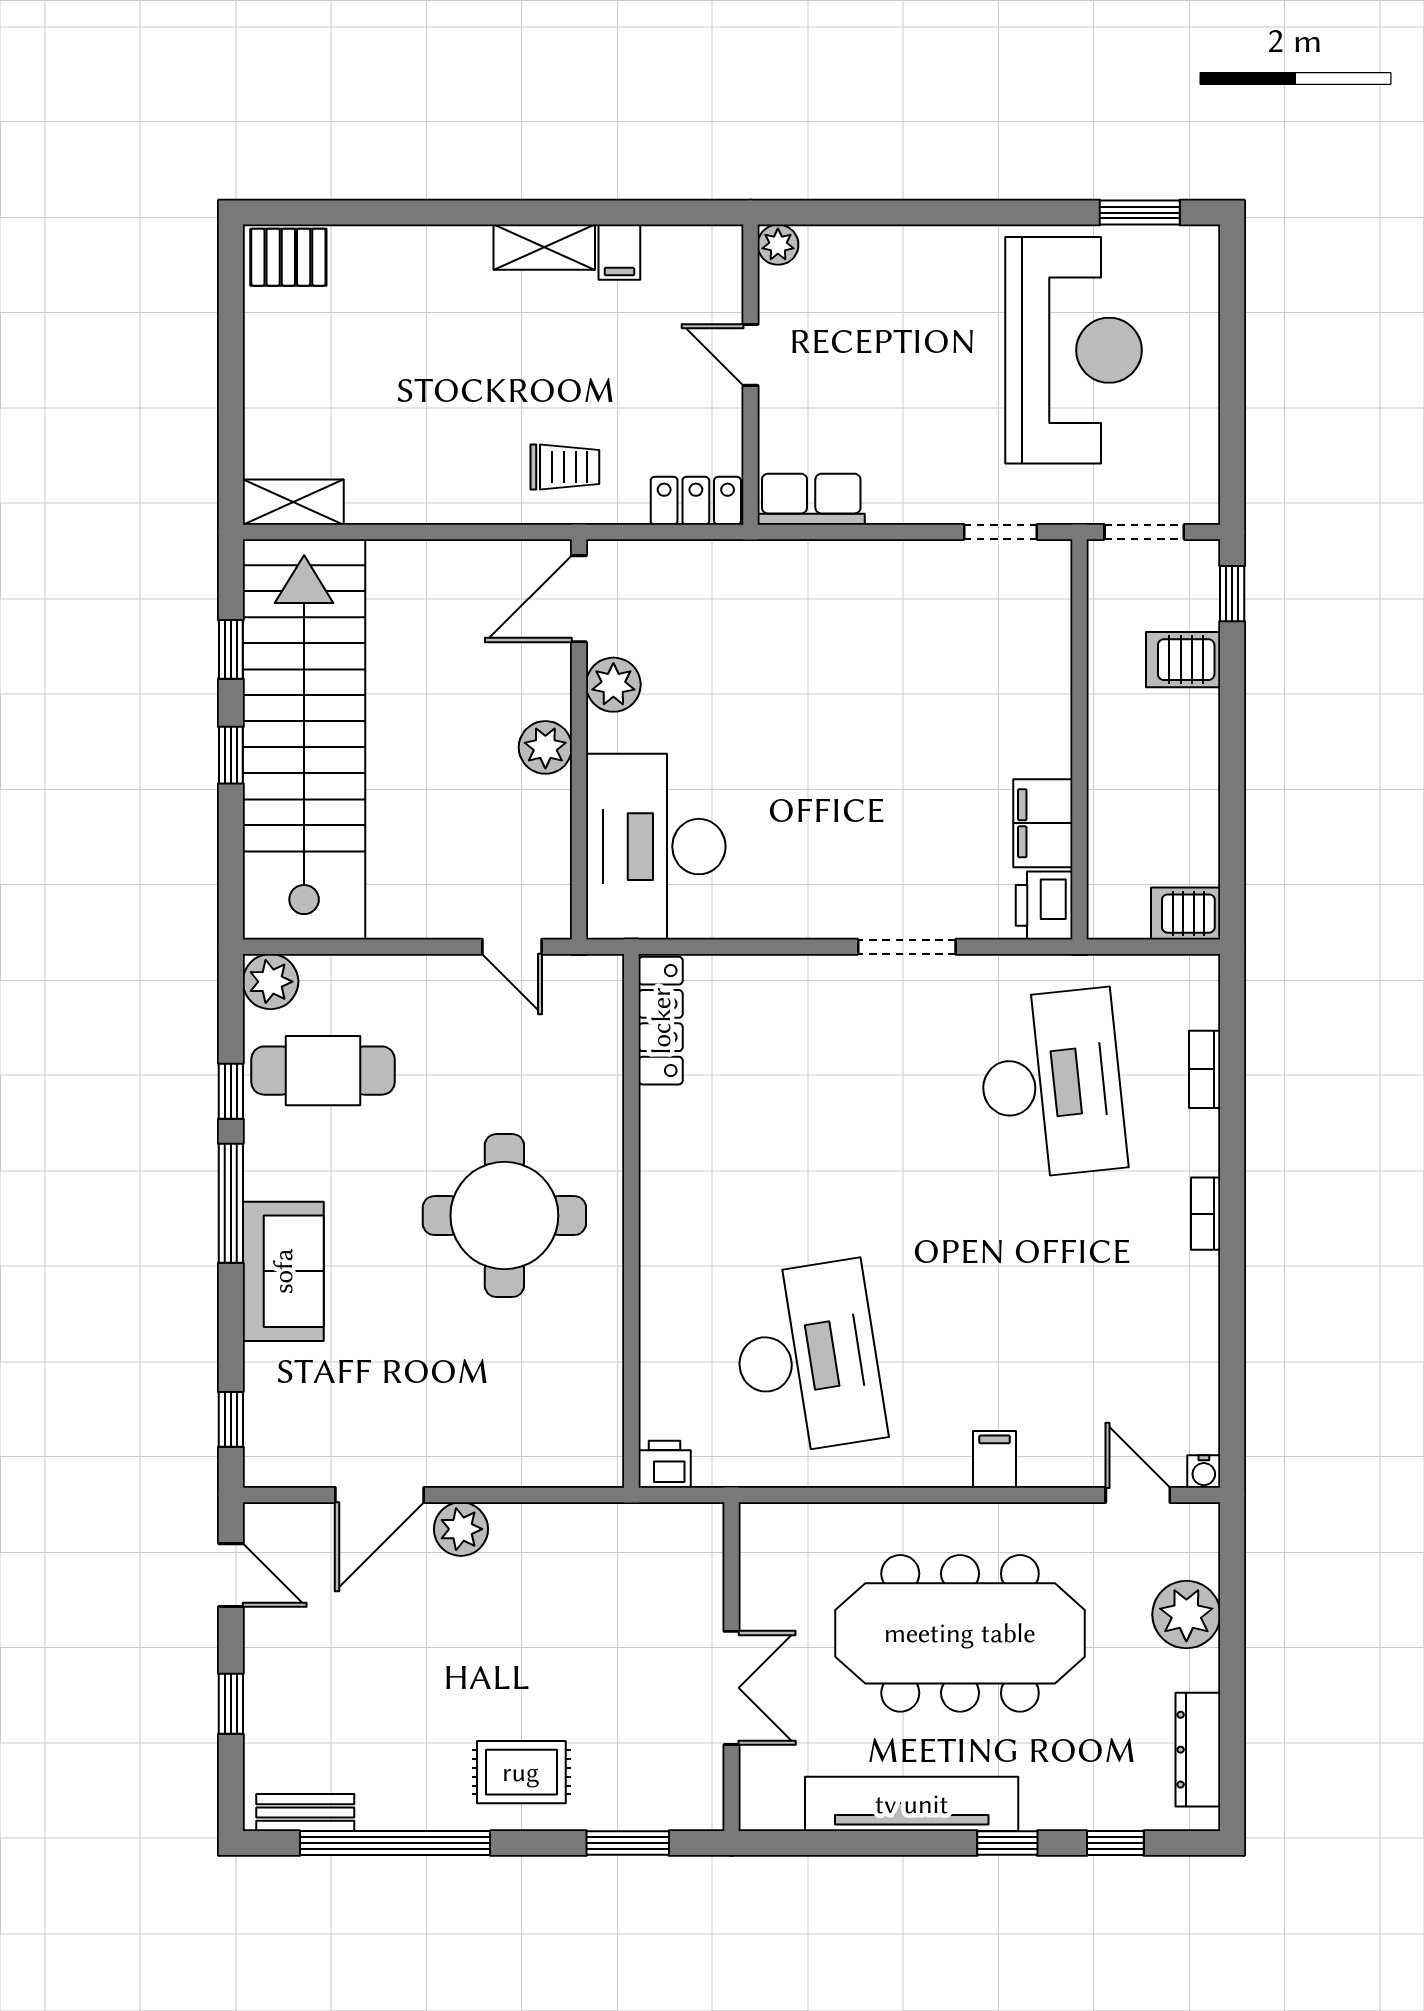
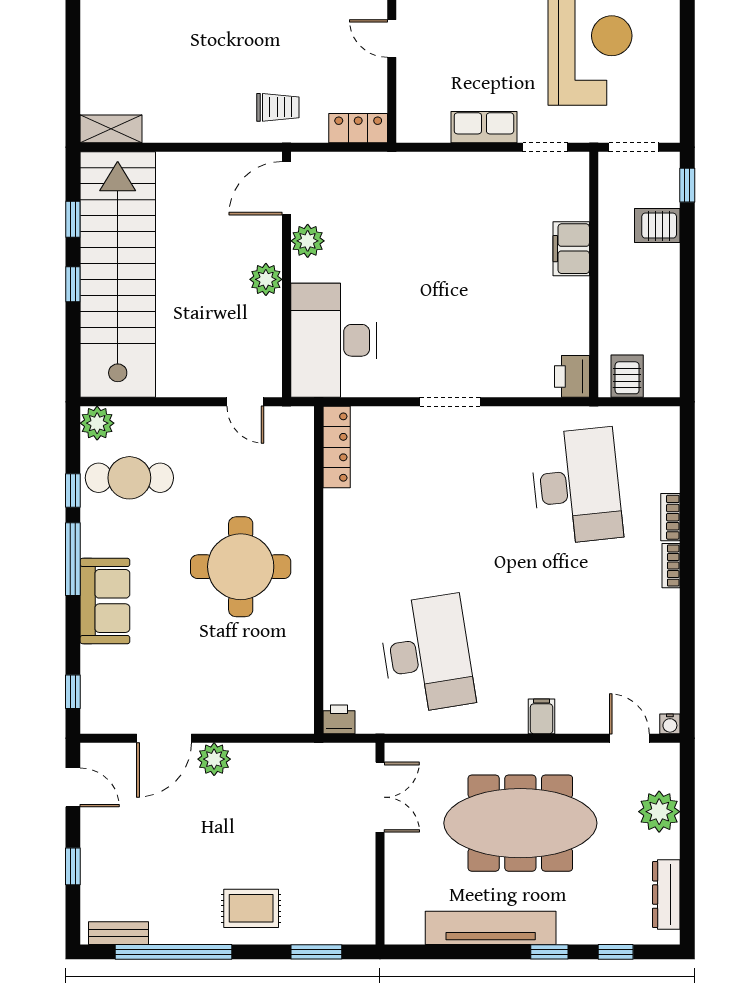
row of seats: (811, 499) -> (484, 127), moved
filing cabinet: (1043, 823) -> (571, 249), moved
server rack: (1186, 914) -> (627, 376), moved, turned 90
doorway: (907, 947) -> (450, 402), moved
bookcase: (1205, 1069) -> (670, 517), moved
double door: (732, 1688) -> (380, 797), moved

